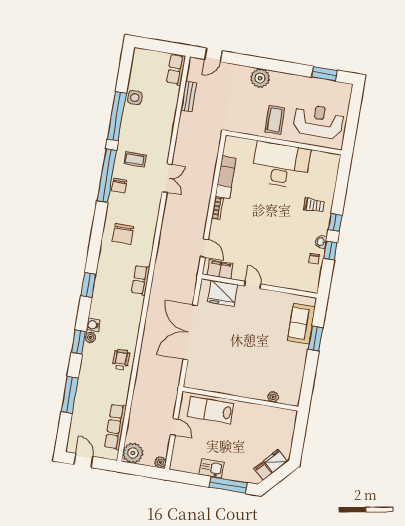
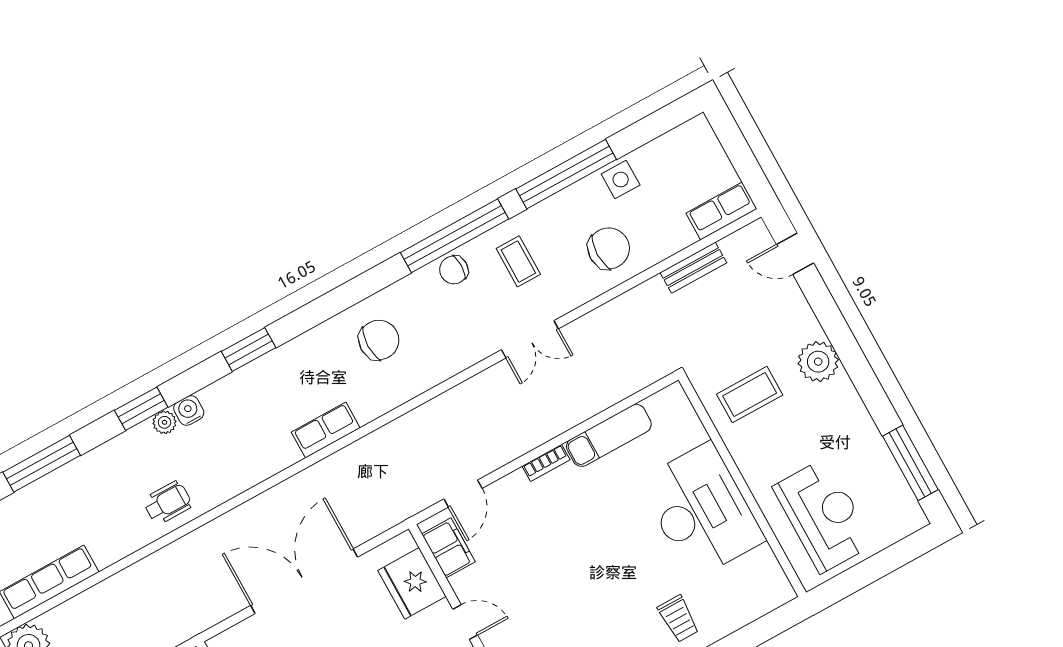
window: (324, 74) -> (910, 463), width x1.44
coffee table: (275, 120) -> (750, 395), moved
chair: (157, 122) -> (609, 248), added
chair: (123, 234) -> (379, 340), turned 180
door: (253, 285) -> (465, 622), hinge flipped

